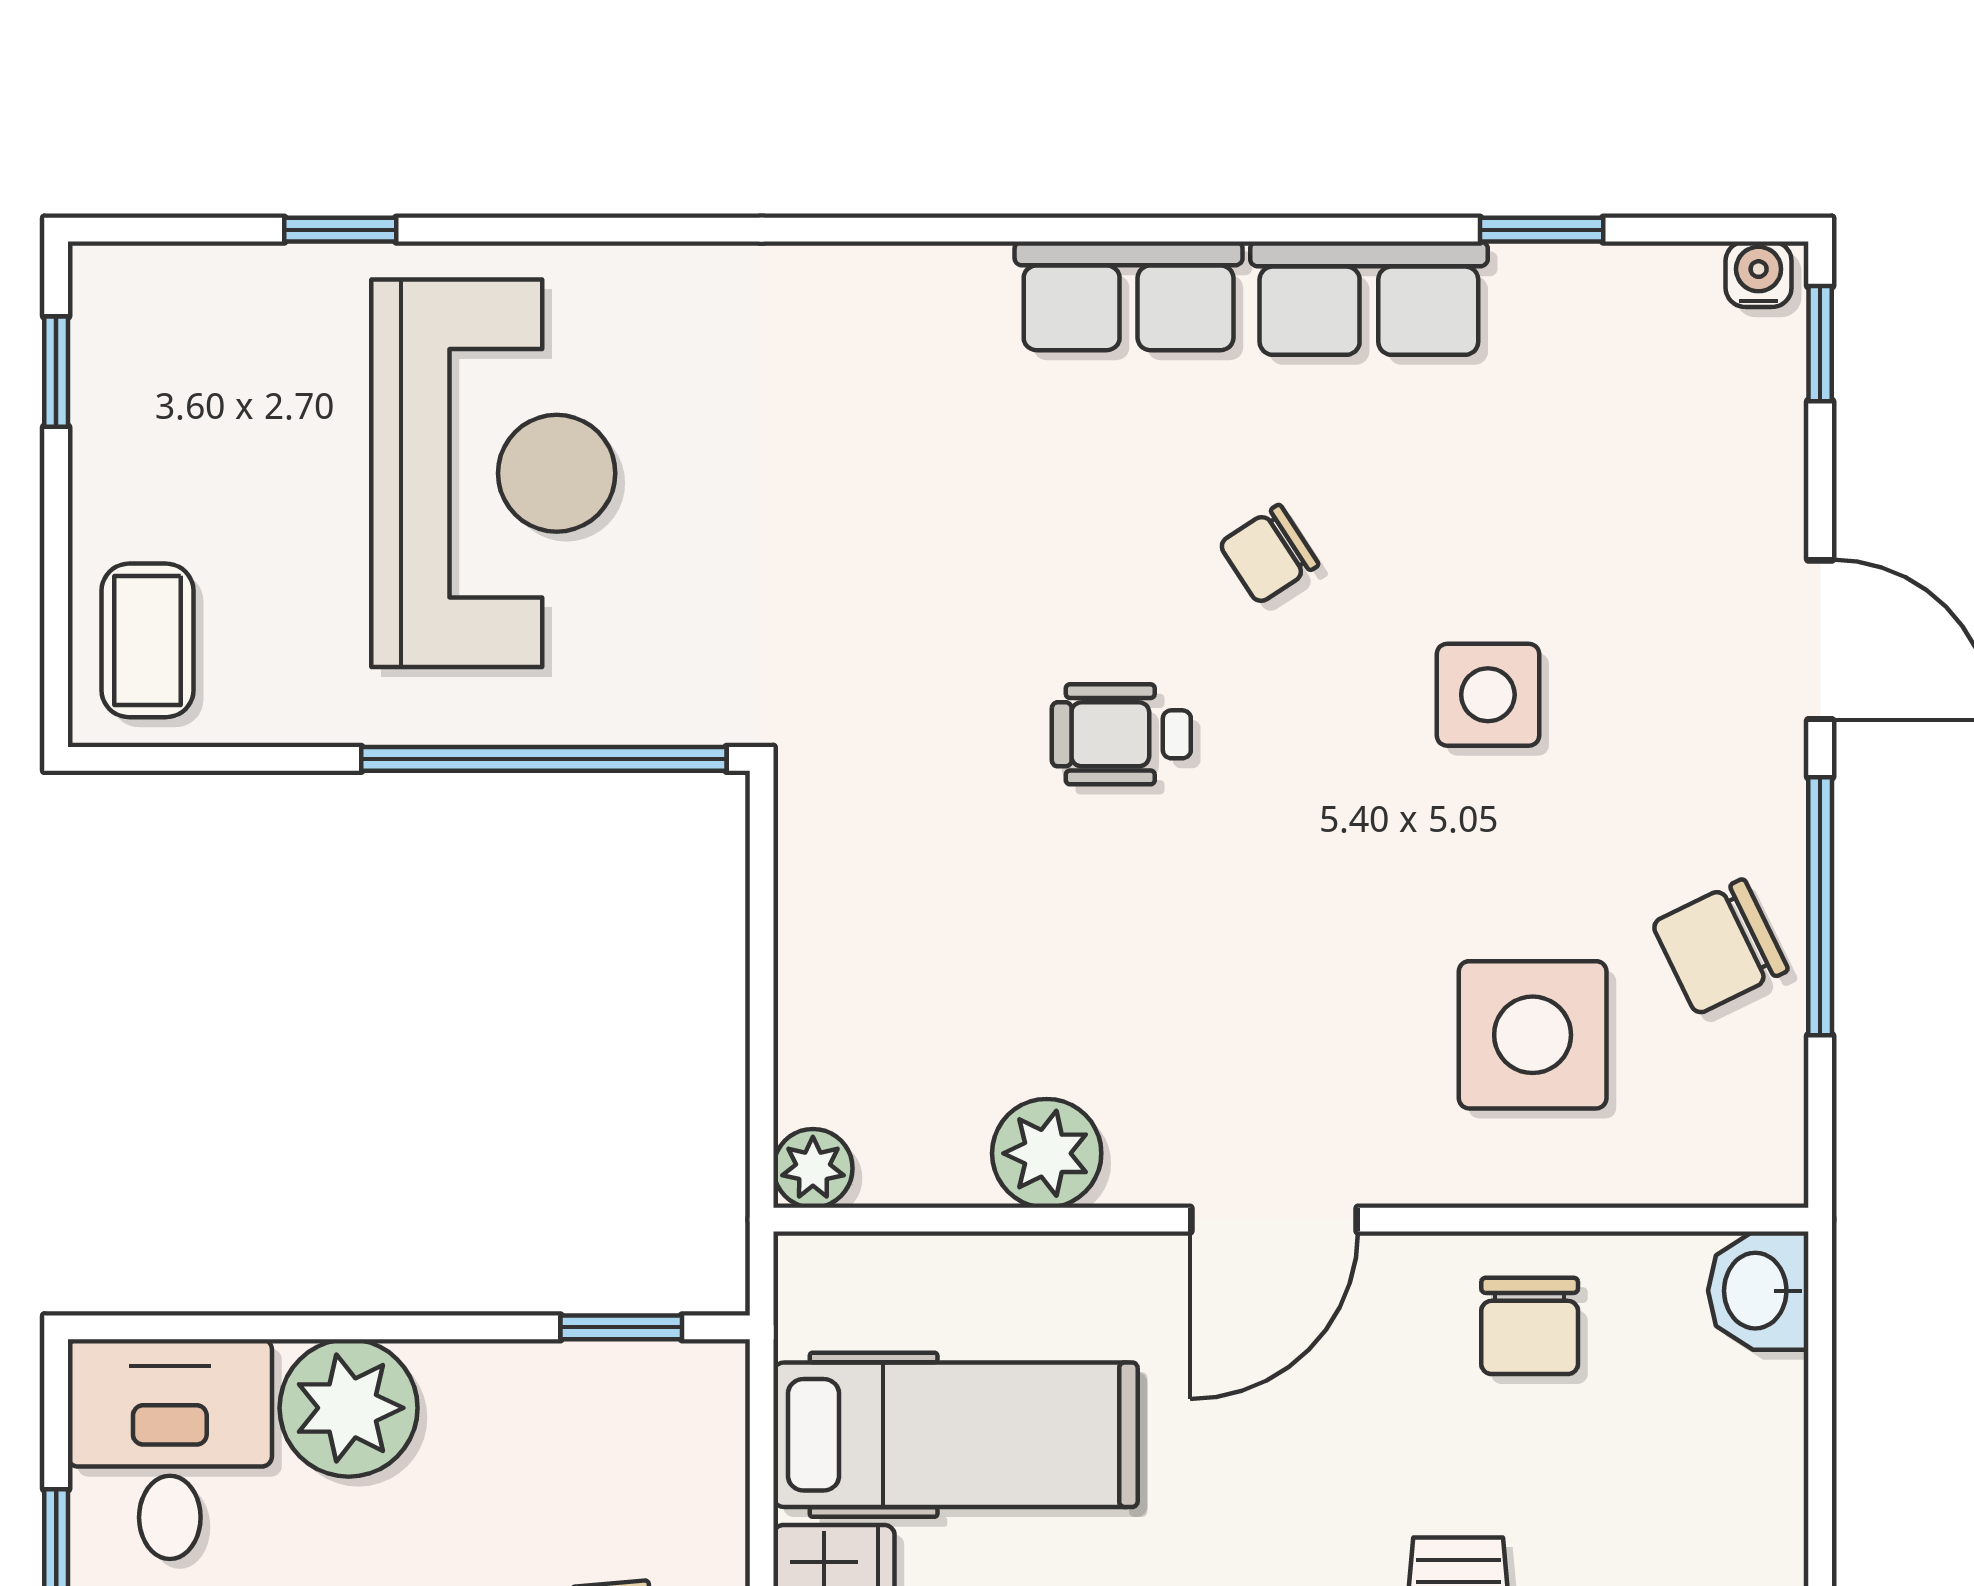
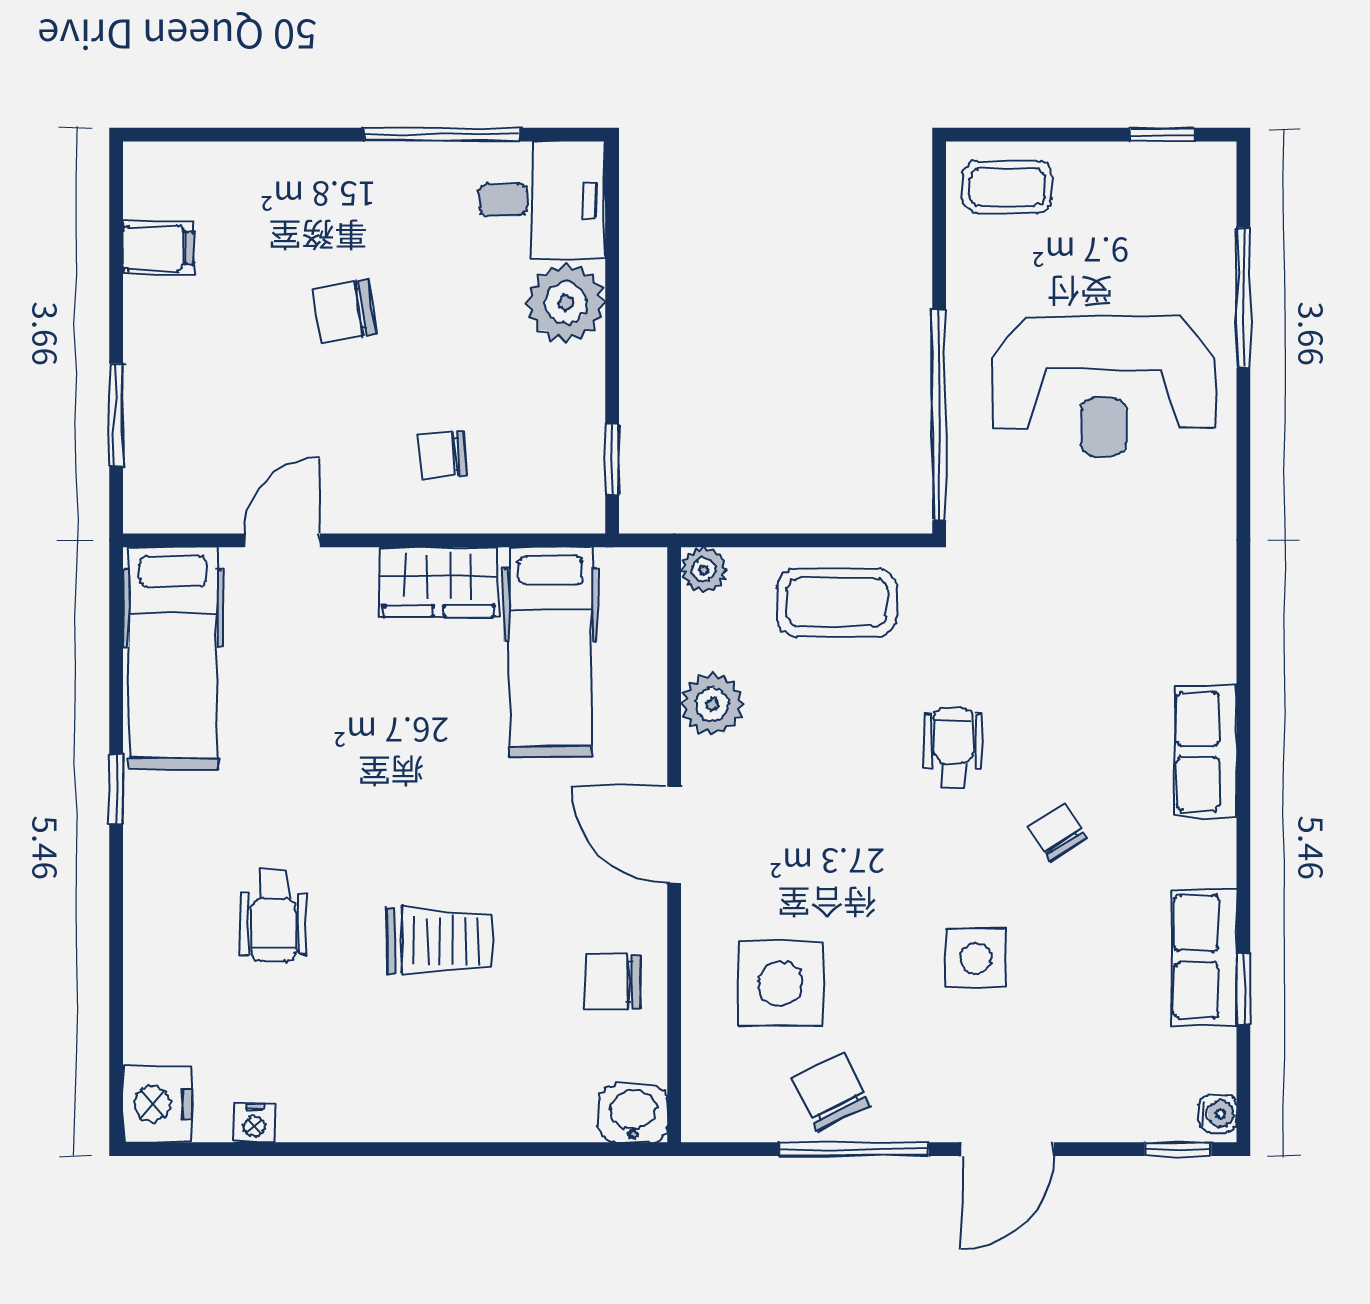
window: (340, 230) -> (1243, 298), width x2.17
row of seats: (1369, 298) -> (1204, 957), moved
coffee table: (870, 937) -> (837, 602), added

